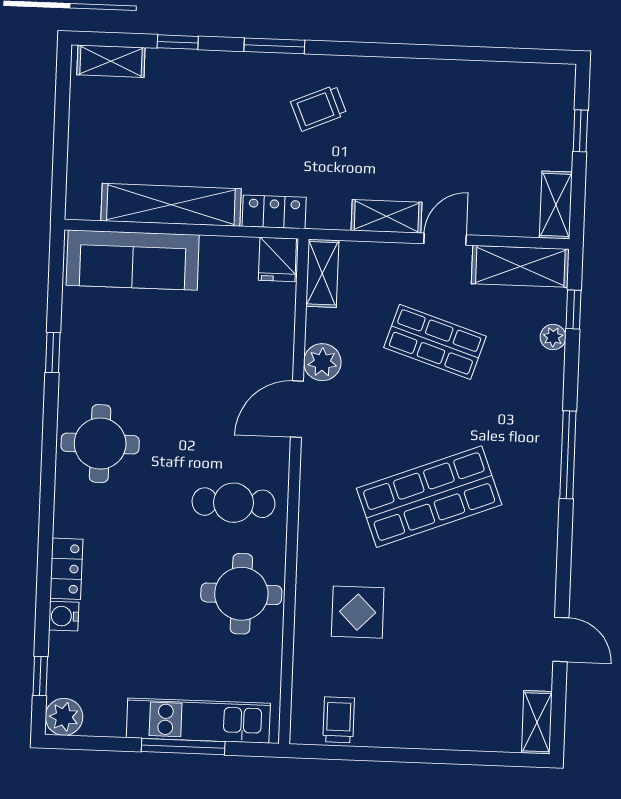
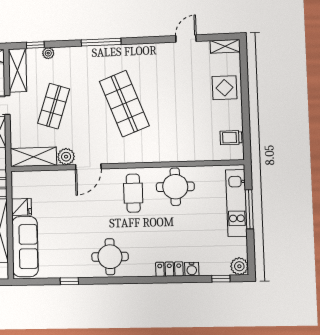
fridge: (277, 259) -> (21, 207), moved
shelving: (322, 273) -> (33, 157), width x1.50, depth x1.33
door: (297, 409) -> (88, 167), hinge flipped
display table: (358, 612) -> (224, 88), moved

